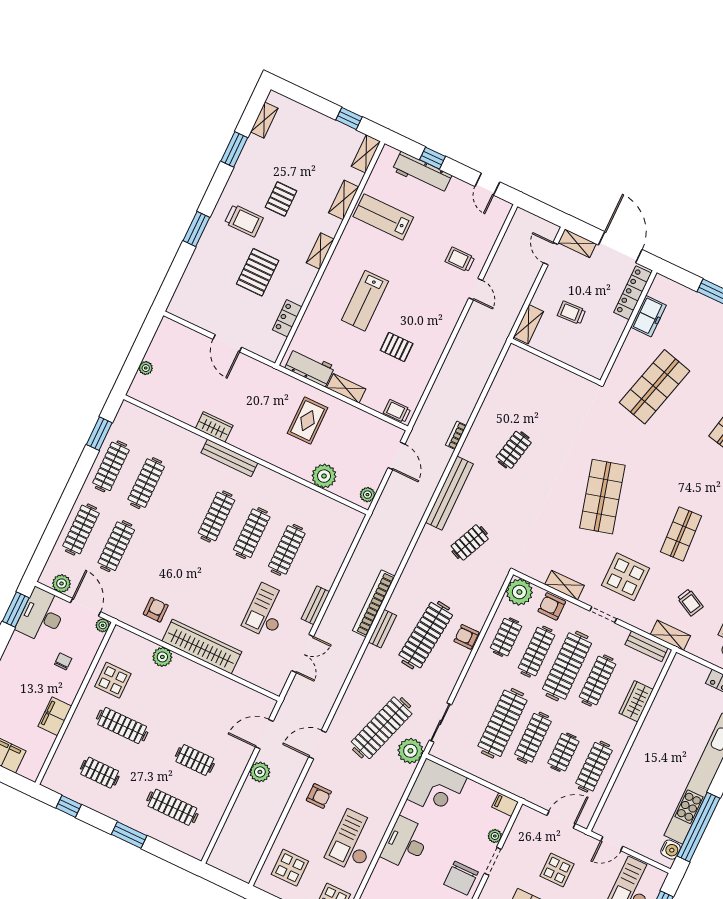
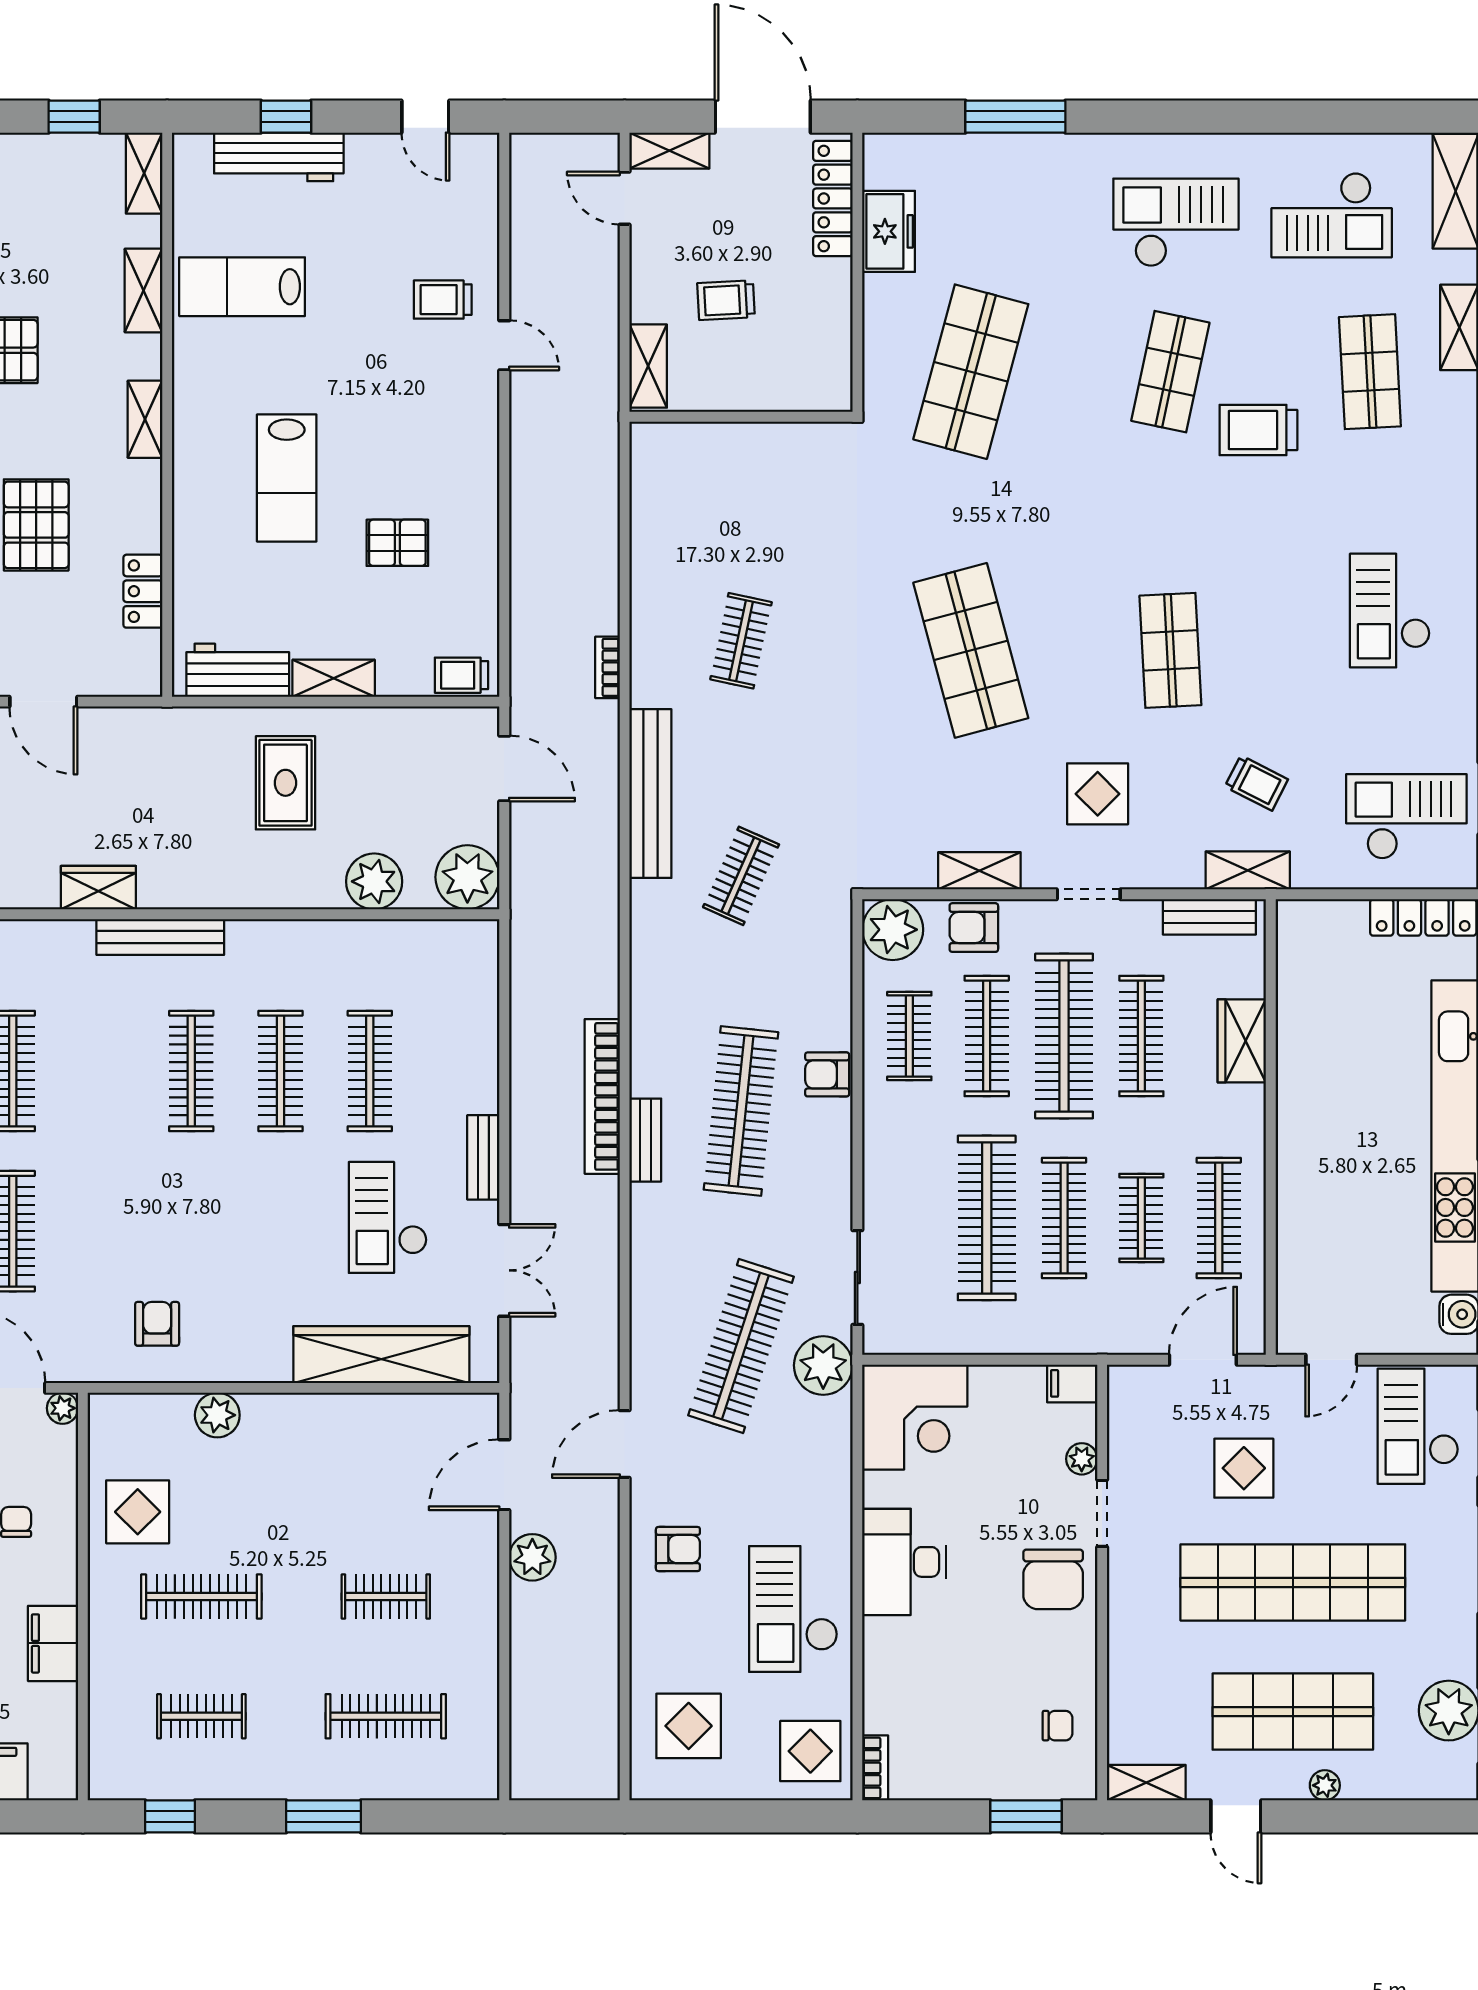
plant: (367, 495) -> (467, 877), width x1.88, depth x1.88
display table: (626, 577) -> (1098, 794), width x0.73, depth x0.73
wardrobe: (202, 646) -> (381, 1355), moved

